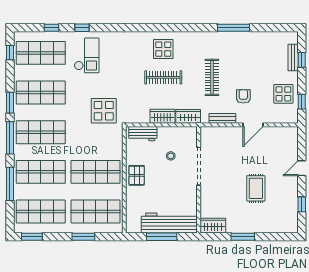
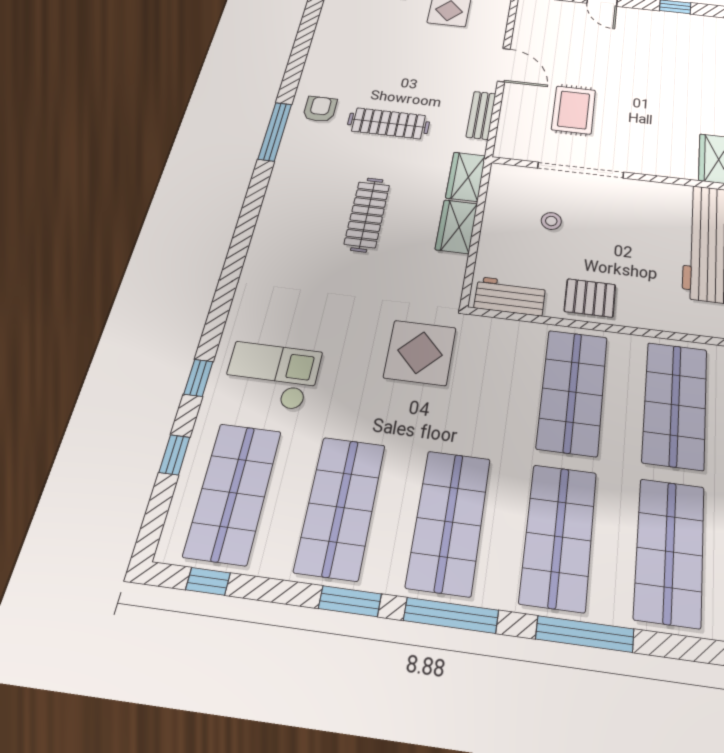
window: (234, 28) -> (275, 131), moved
display table: (163, 49) -> (302, 207), removed
armchair: (243, 96) -> (320, 109), moved, turned 90
workbench: (143, 134) -> (510, 296), moved, turned -90
rug: (256, 188) -> (574, 110), moved, turned 90

